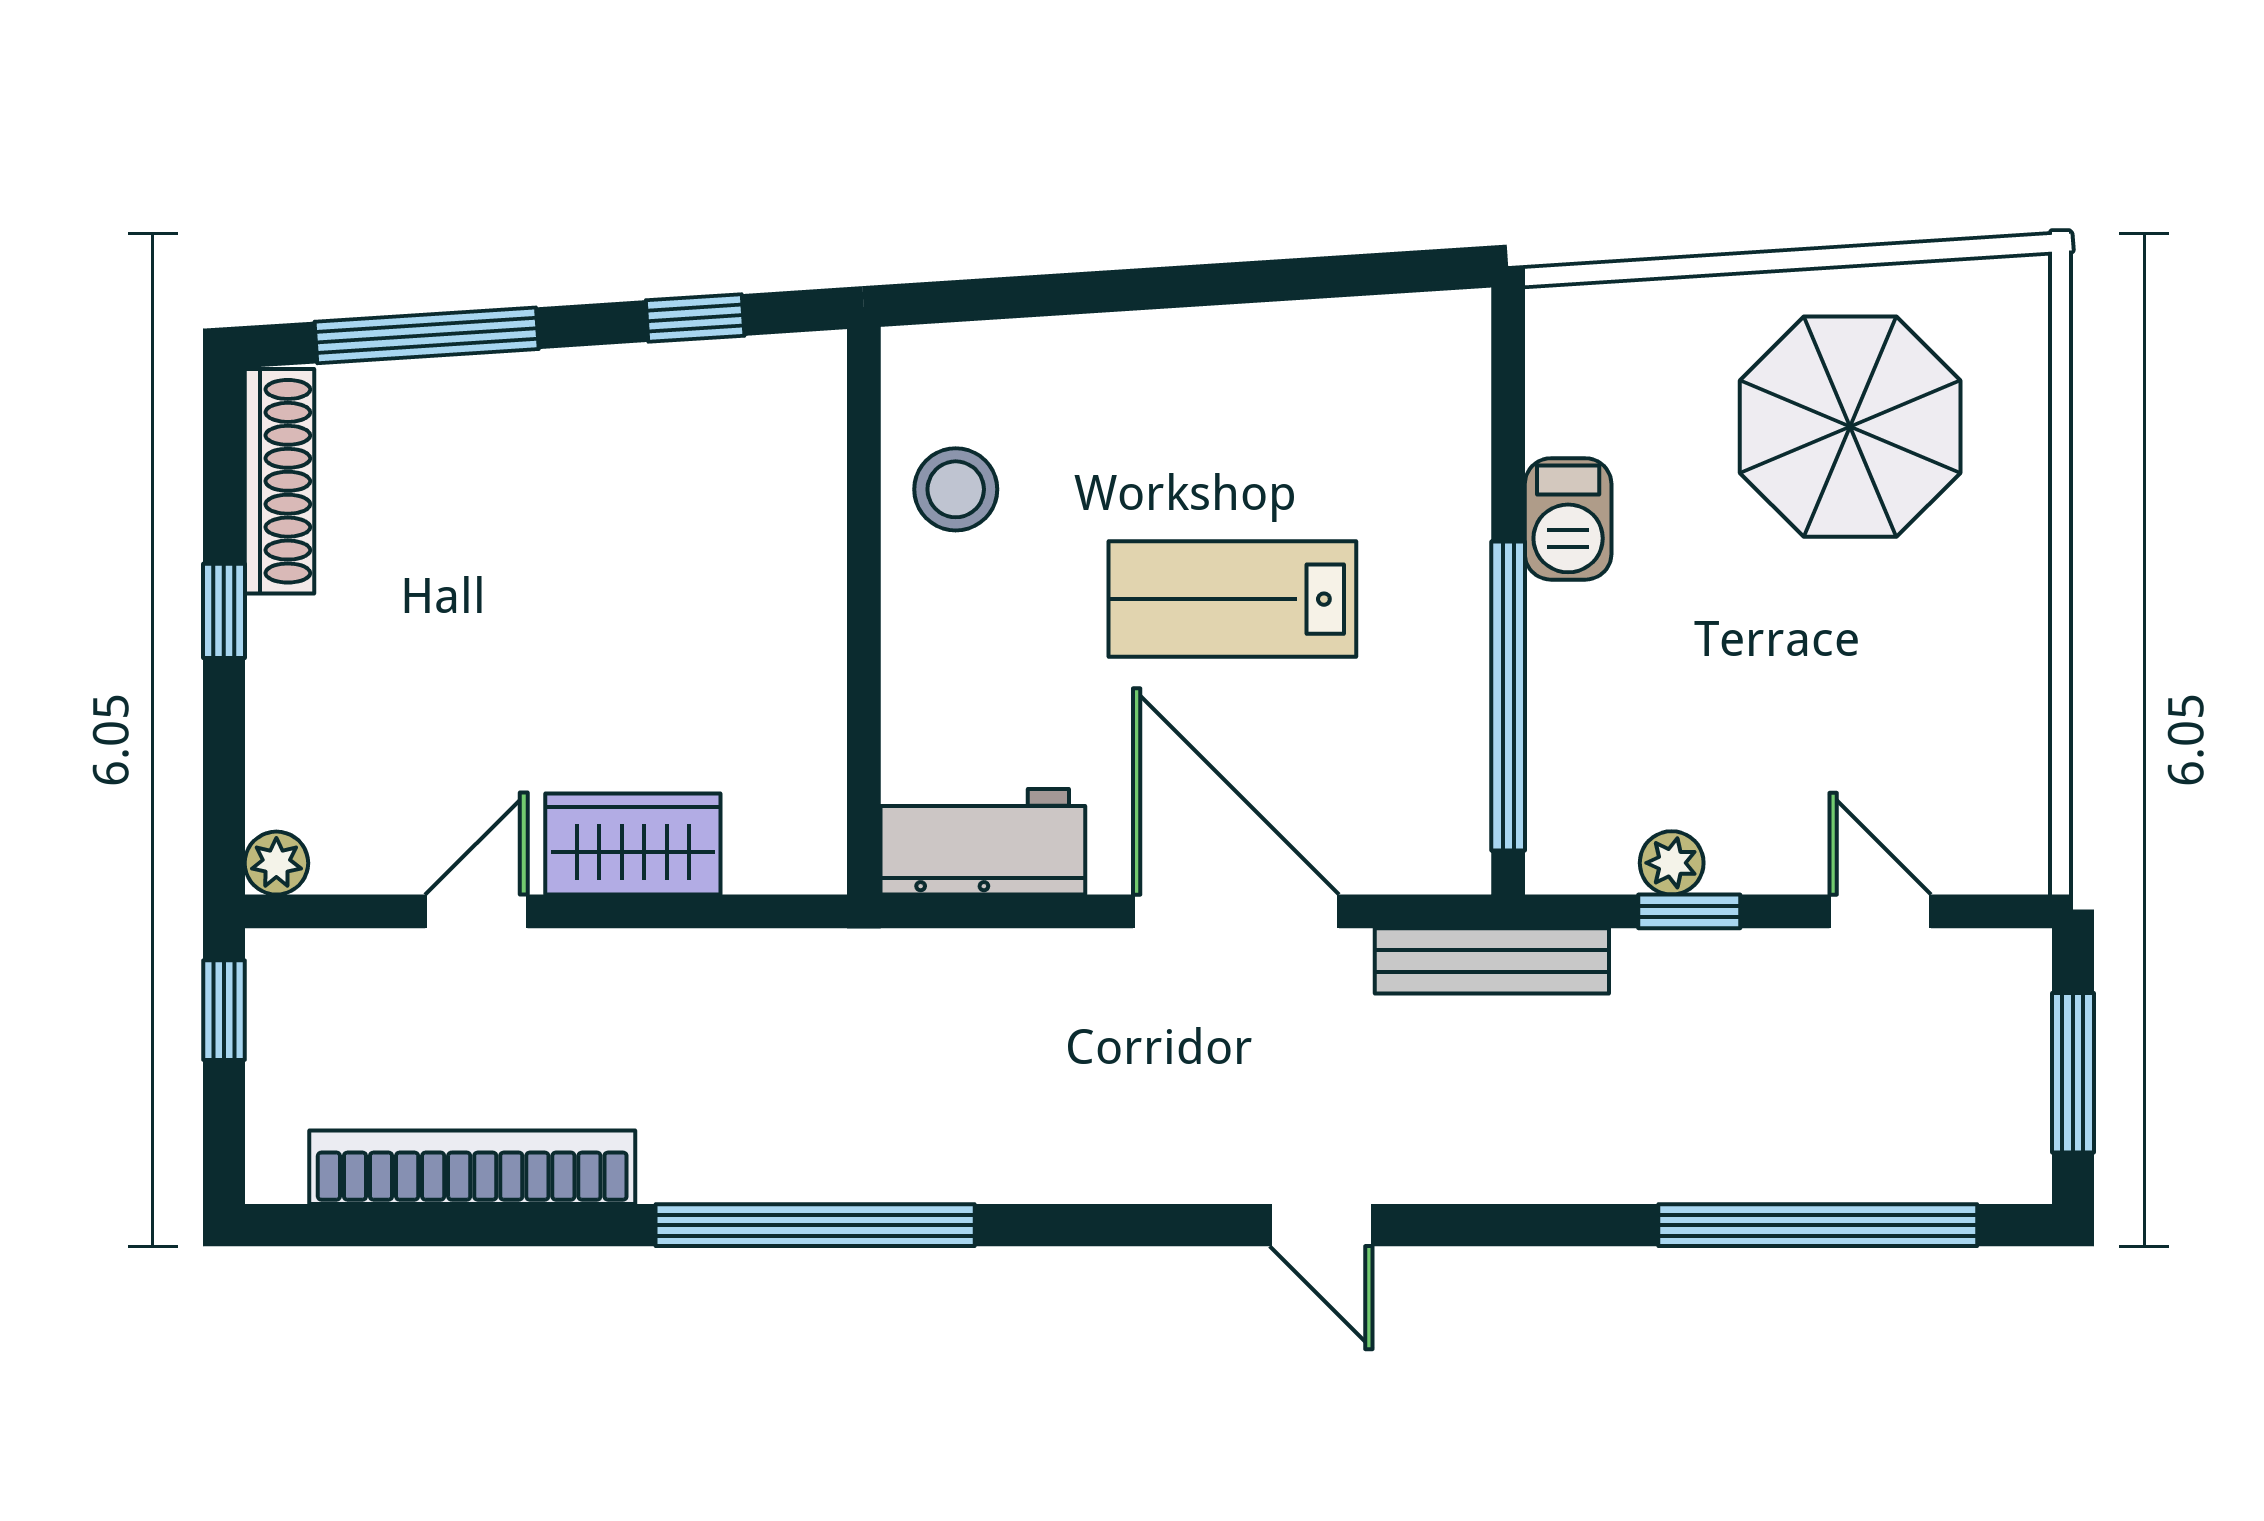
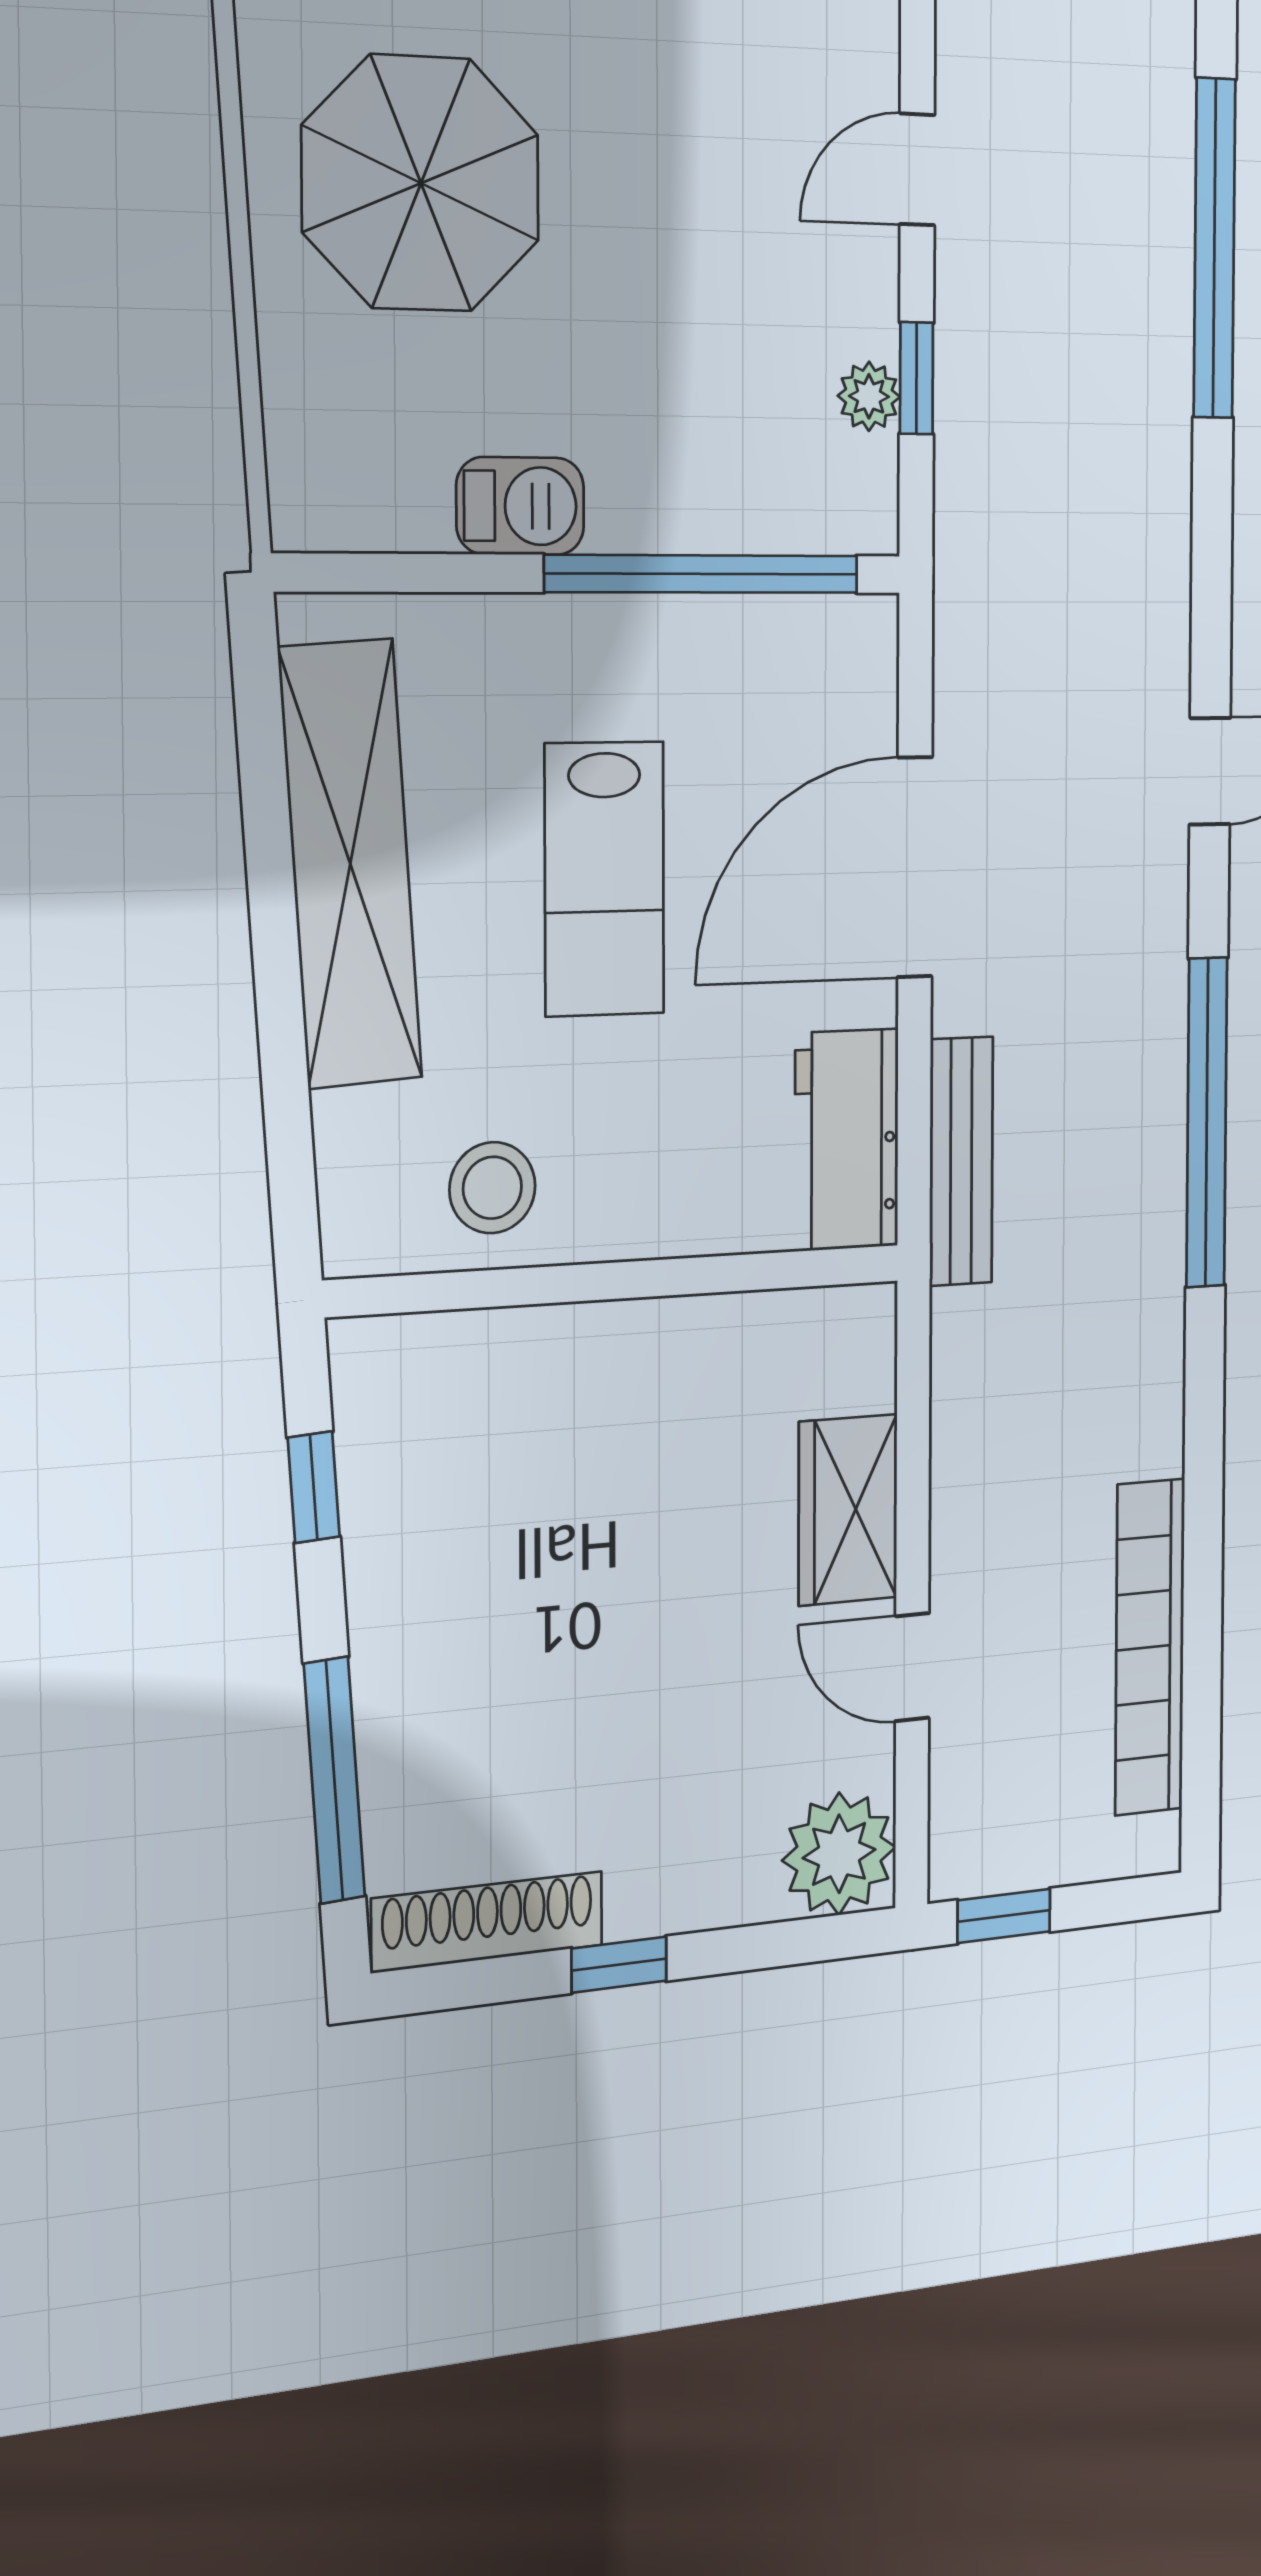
shelving: (1251, 357) -> (350, 864), added
plant: (276, 863) -> (839, 1854), width x1.88, depth x1.88
bench: (1492, 961) -> (961, 1161), moved
window: (815, 1225) -> (1207, 1123), moved

